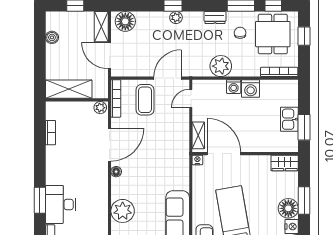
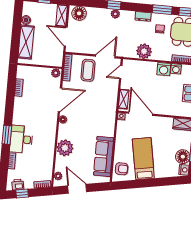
washing machine: (234, 87) -> (176, 69), moved
shelving: (69, 89) -> (26, 42), moved, turned 90

